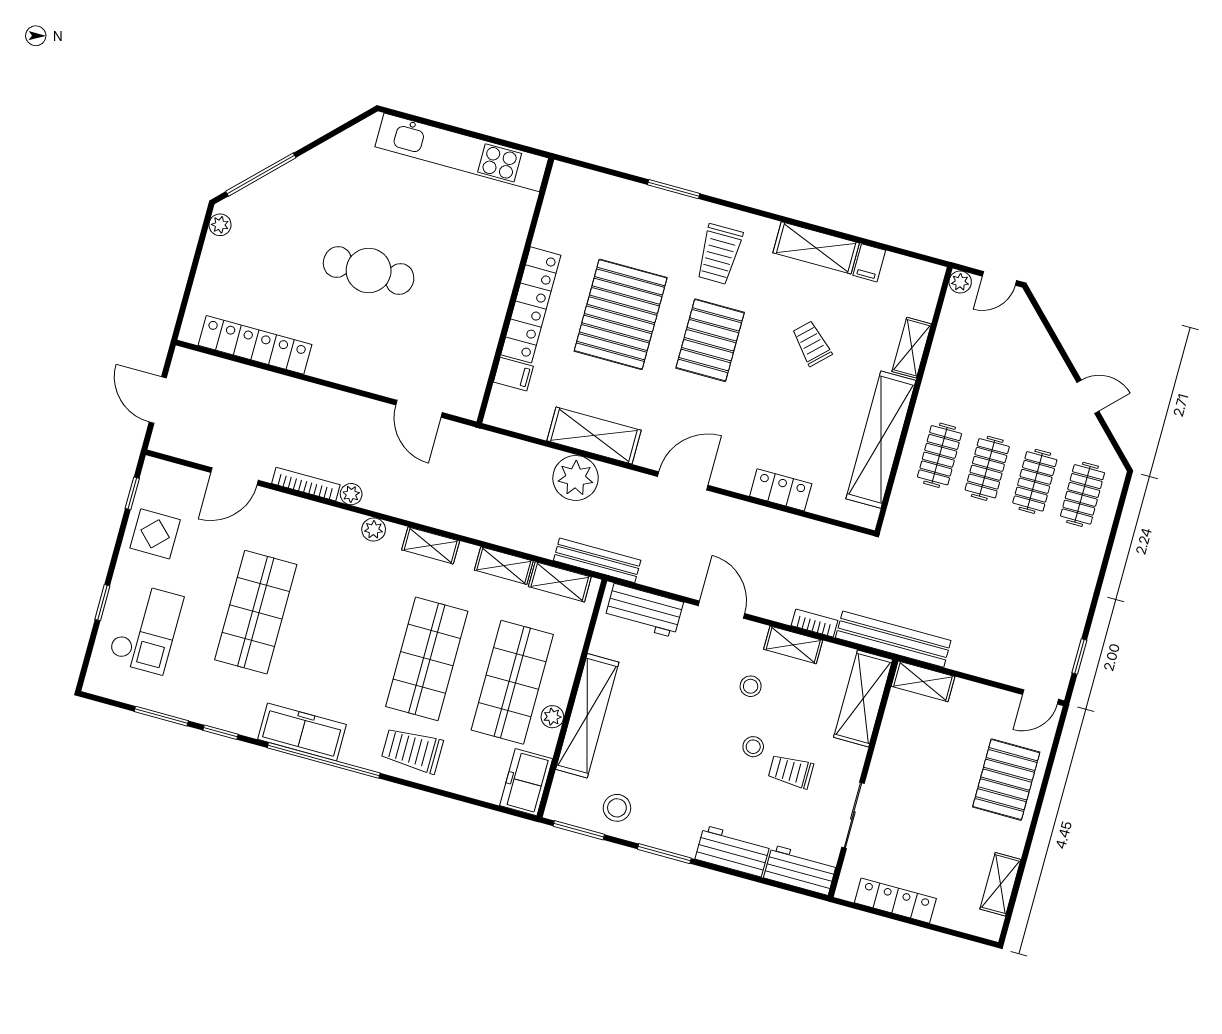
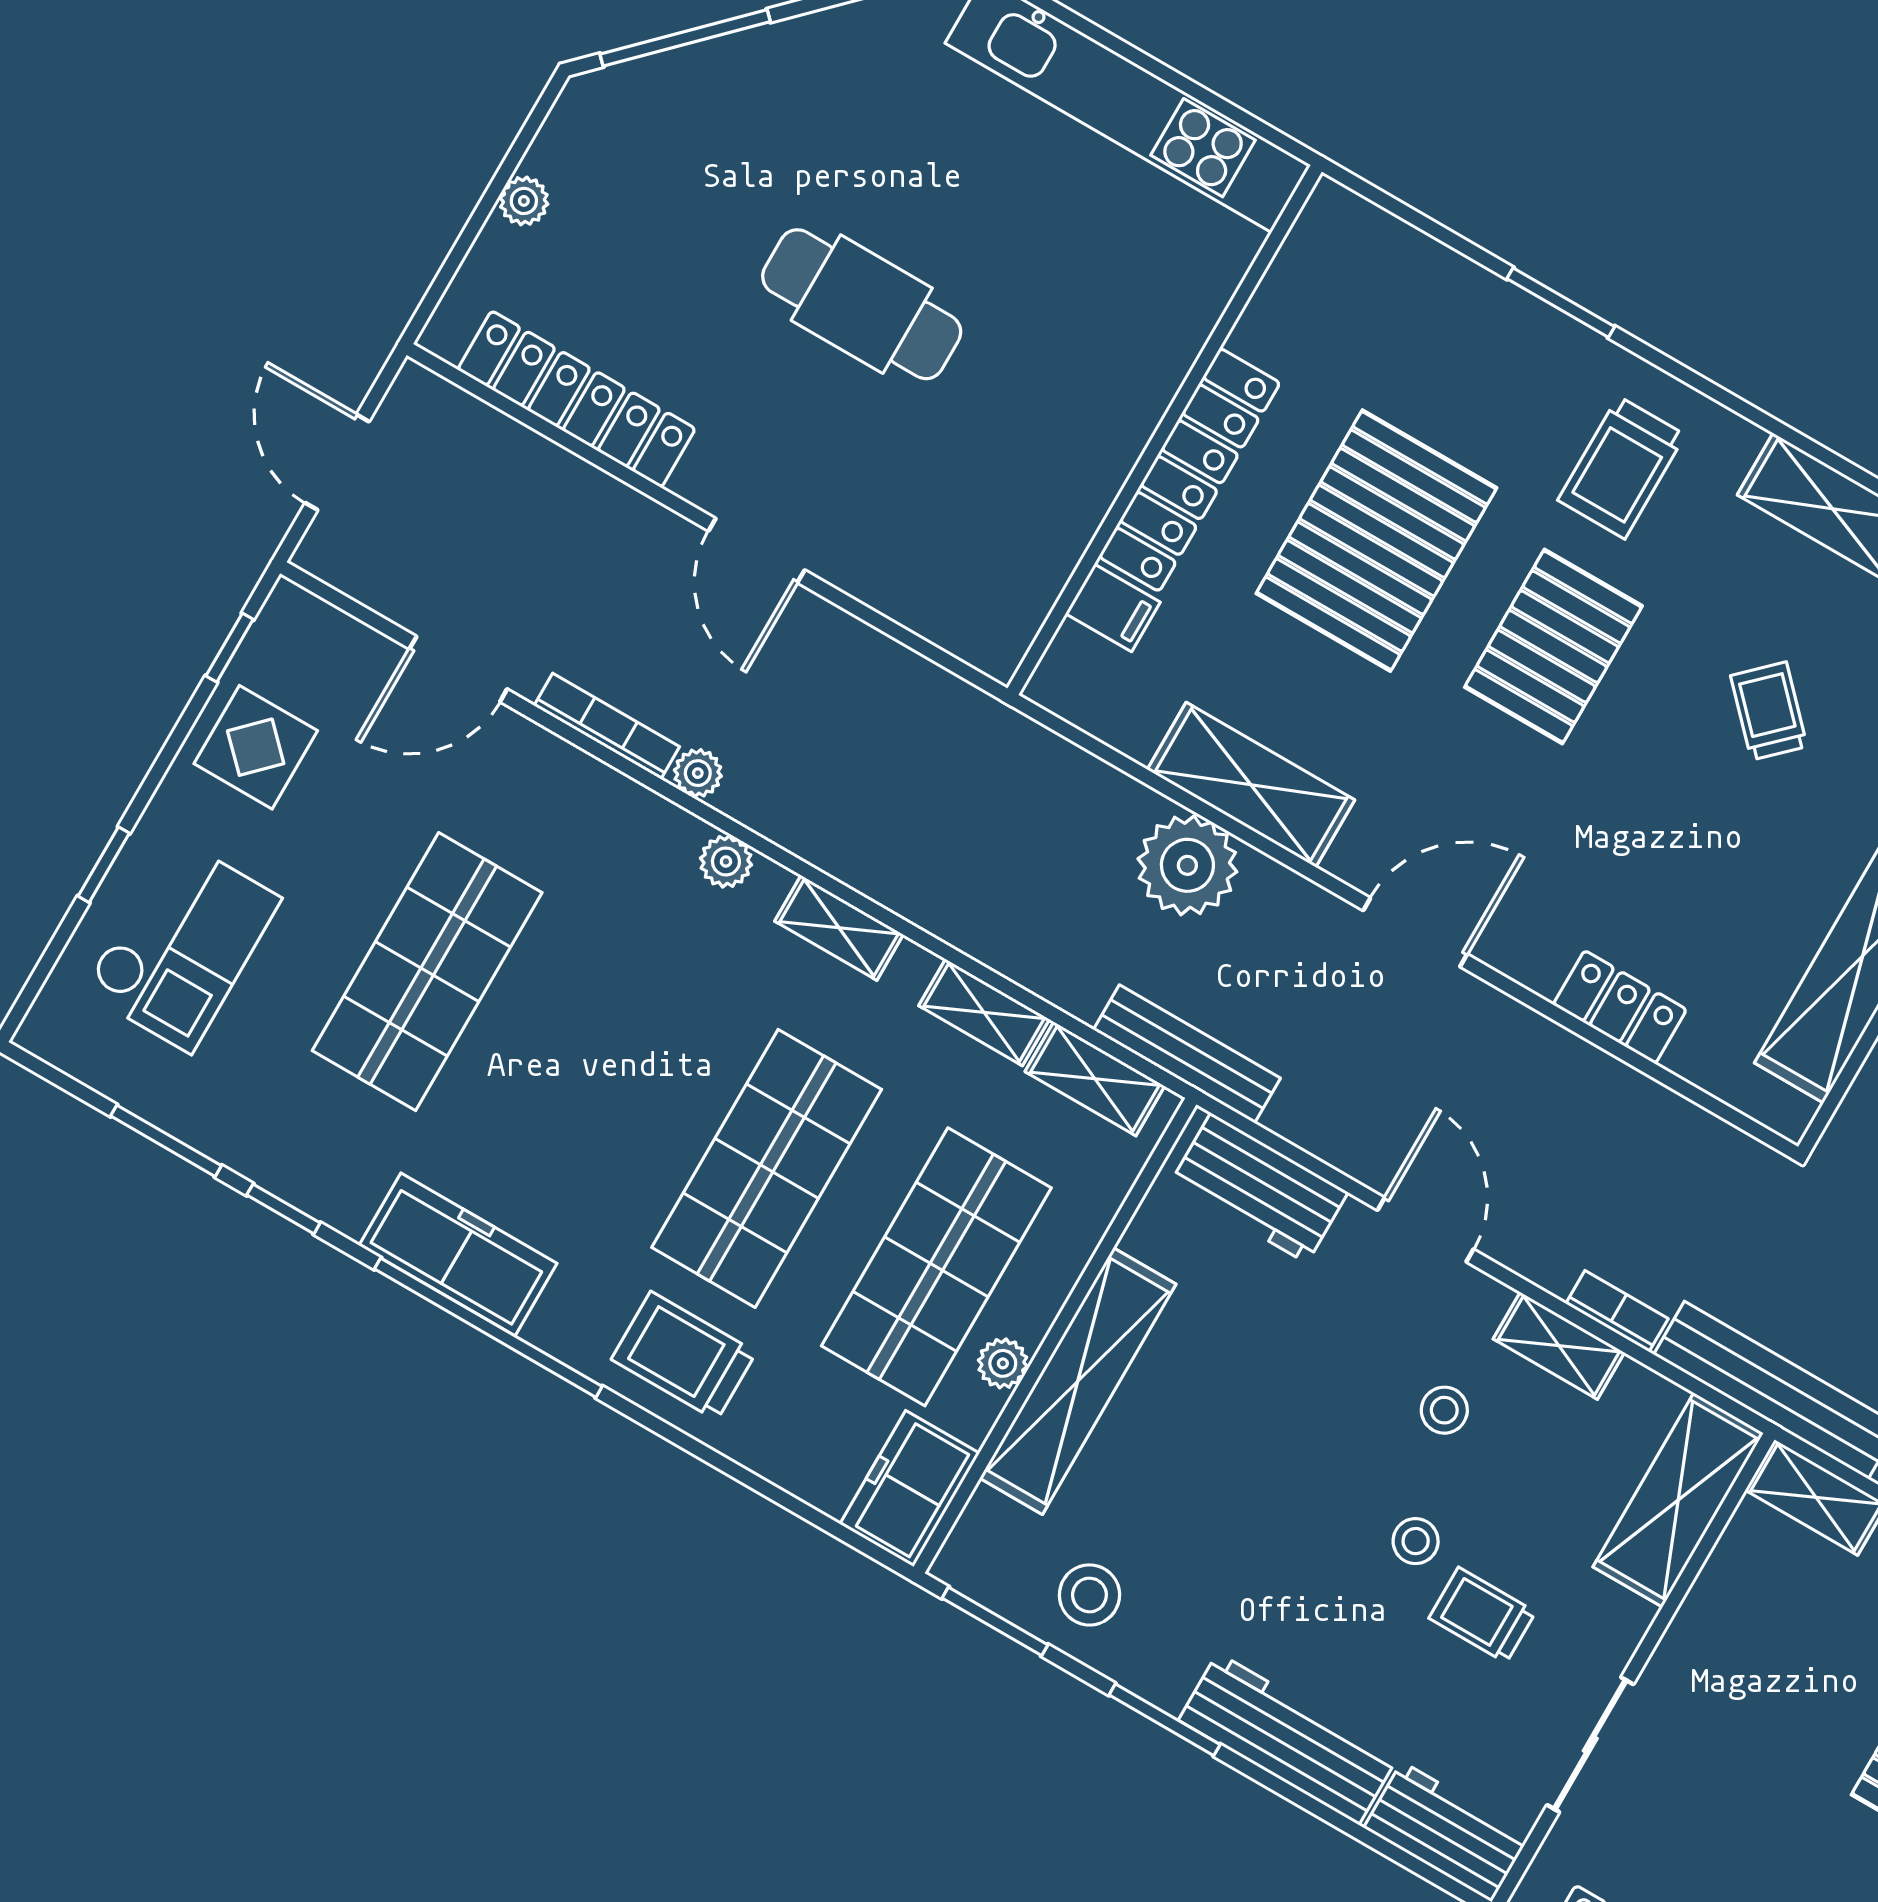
plant: (220, 225) -> (524, 201), moved
door: (419, 409) -> (757, 551), moved
workbench: (733, 851) -> (1288, 1739), width x1.38

